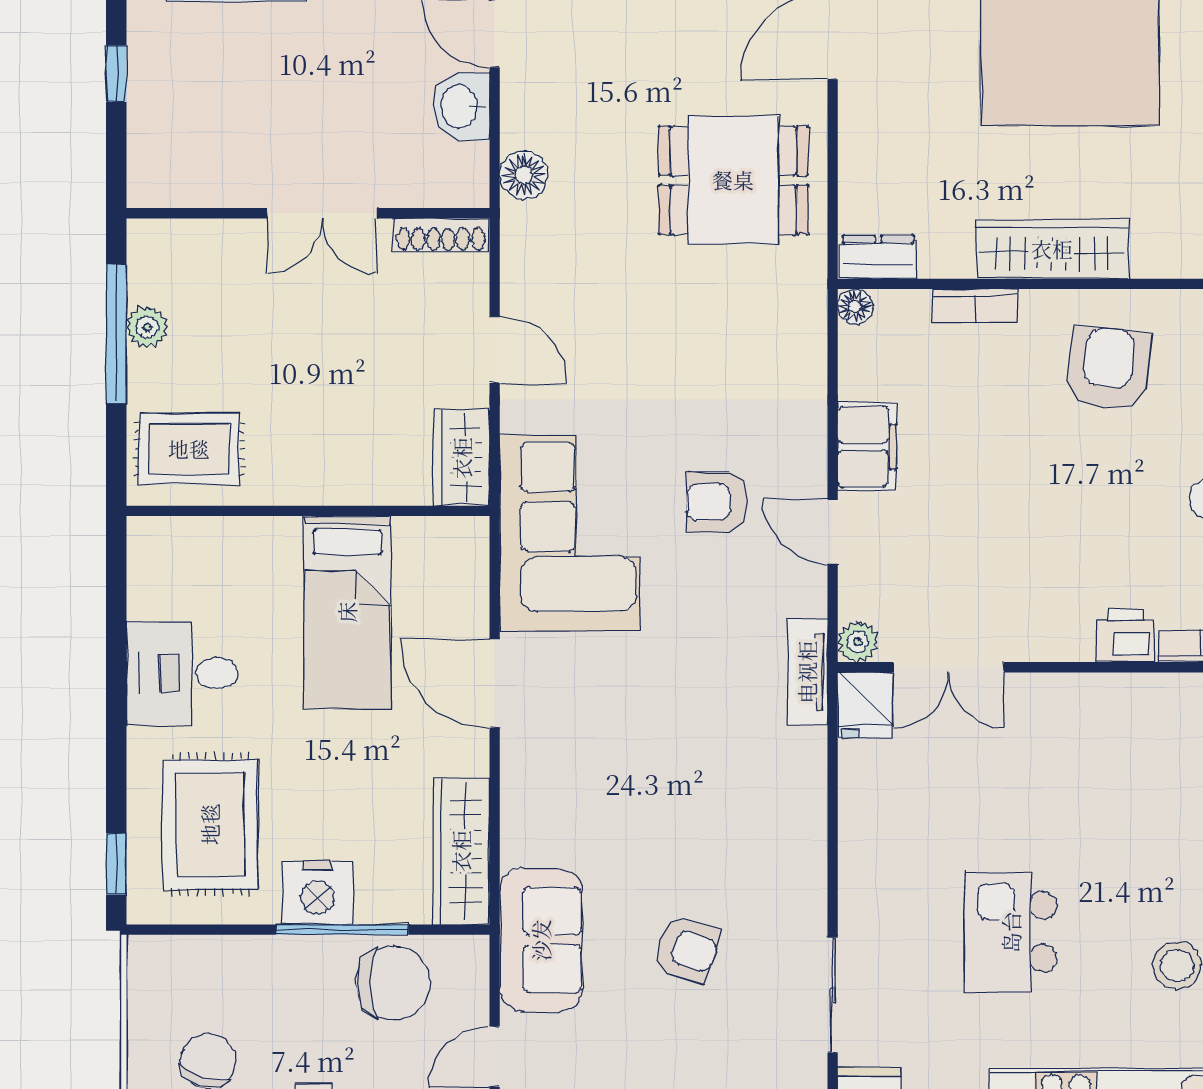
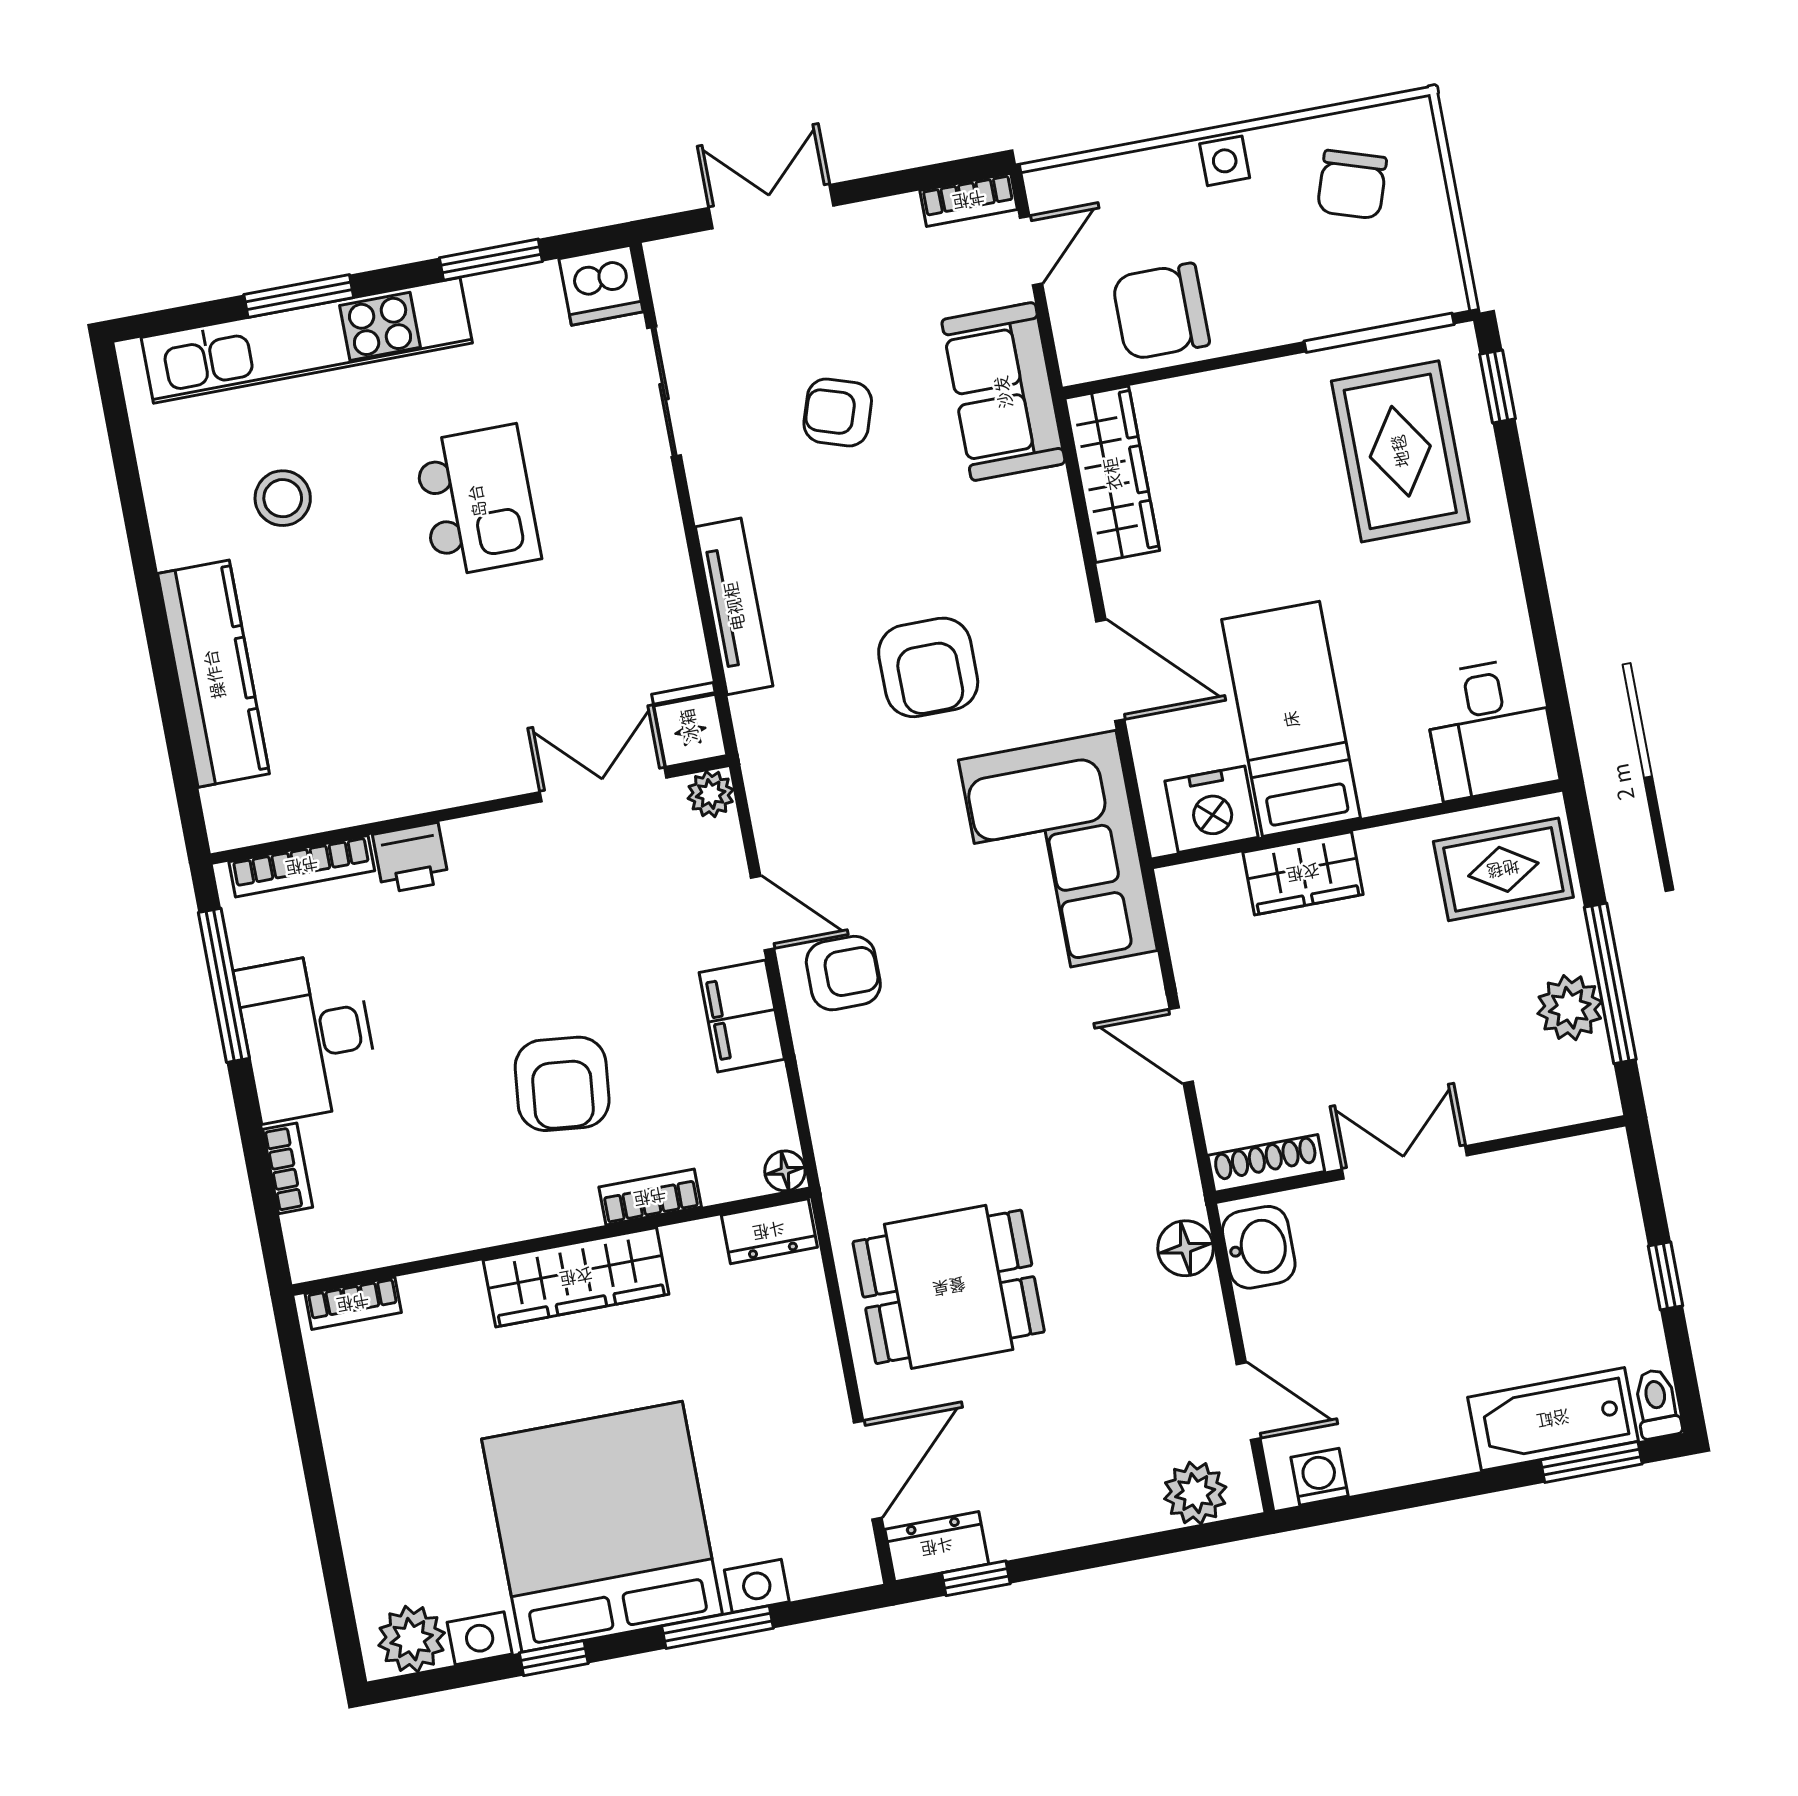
washbasin: (461, 107) -> (1259, 1247), moved
plant: (147, 327) -> (1570, 1008), width x1.38, depth x1.38
armchair: (1108, 369) -> (562, 1084), moved
wardrobe: (462, 458) -> (1303, 873), moved, turned 90
armchair: (717, 502) -> (843, 973), moved
tv unit: (807, 672) -> (734, 606), moved, width x1.41
desk: (182, 673) -> (1490, 729), moved, turned 90
armchair: (650, 715) -> (928, 667), added
nightstand: (317, 893) -> (1212, 809), moved, turned 180
window: (342, 930) -> (1379, 333), moved

